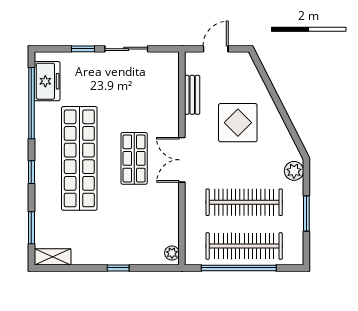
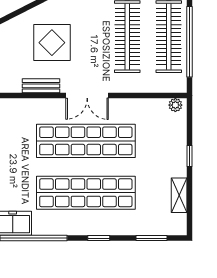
bench: (192, 95) -> (41, 86), moved
shop shelf: (134, 158) -> (86, 141), width x2.00, depth x1.36
shelving: (53, 257) -> (179, 195), moved

